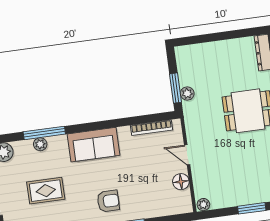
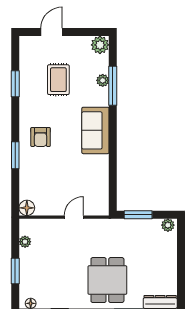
plant: (187, 94) -> (168, 225), moved
bookcase: (152, 128) -> (104, 187), removed
floor lamp: (181, 182) -> (27, 208), moved
plant: (203, 205) -> (25, 242), moved

